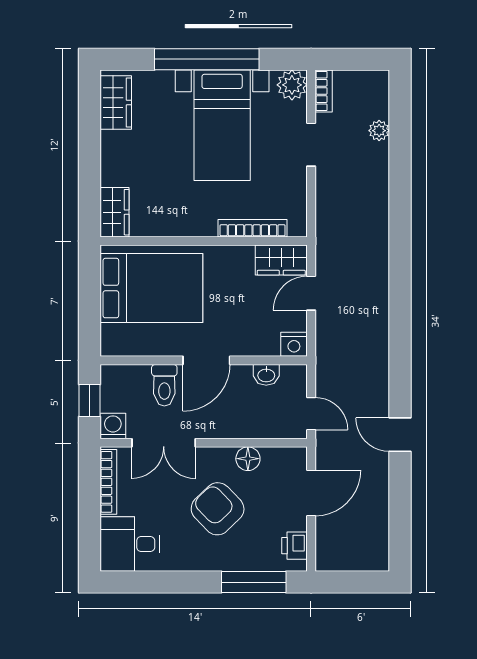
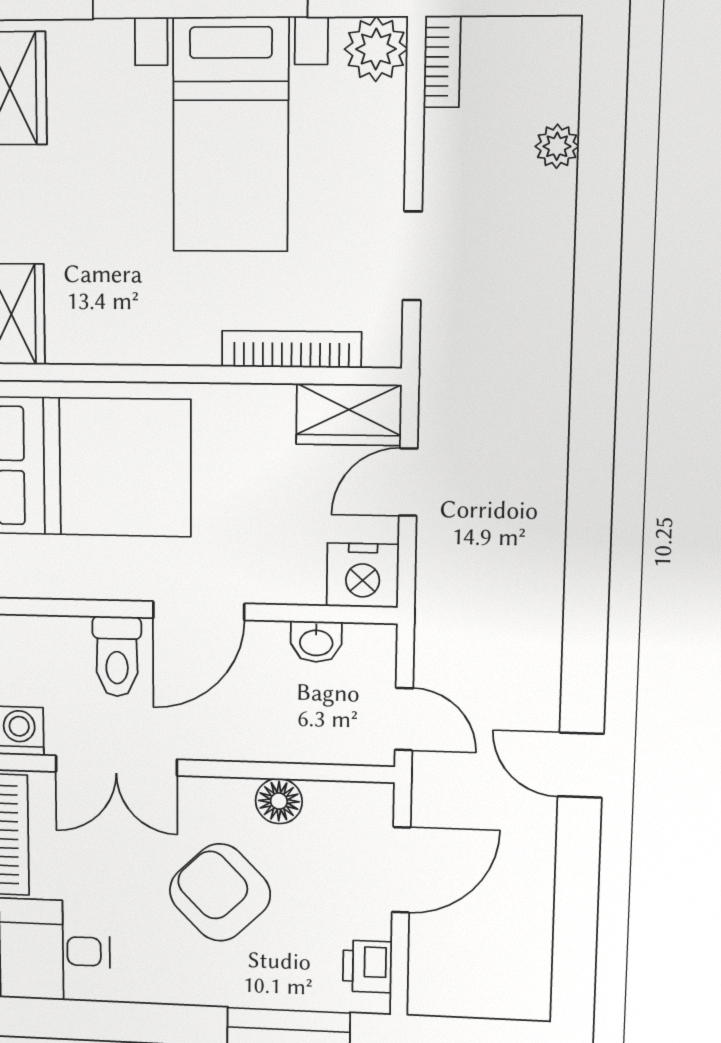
doorway: (311, 145) -> (412, 256), moved
nightstand: (294, 344) -> (363, 575), width x1.36, depth x1.33

